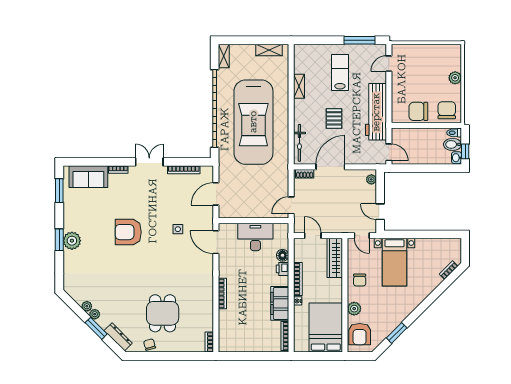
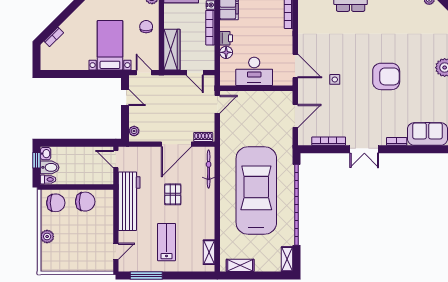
lab bench: (340, 72) -> (167, 242), turned 180
shelving: (299, 86) -> (209, 252), moved
chair: (447, 110) -> (56, 203), turned -90

